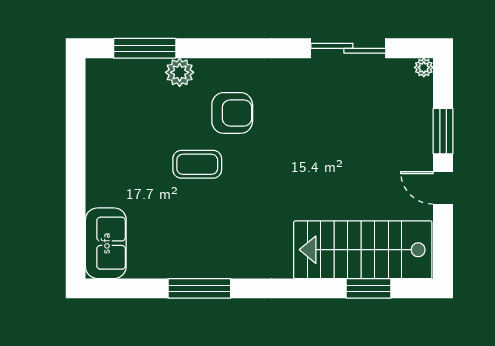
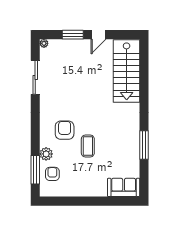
armchair: (136, 86) -> (52, 174), added
window: (368, 288) -> (144, 68), removed

